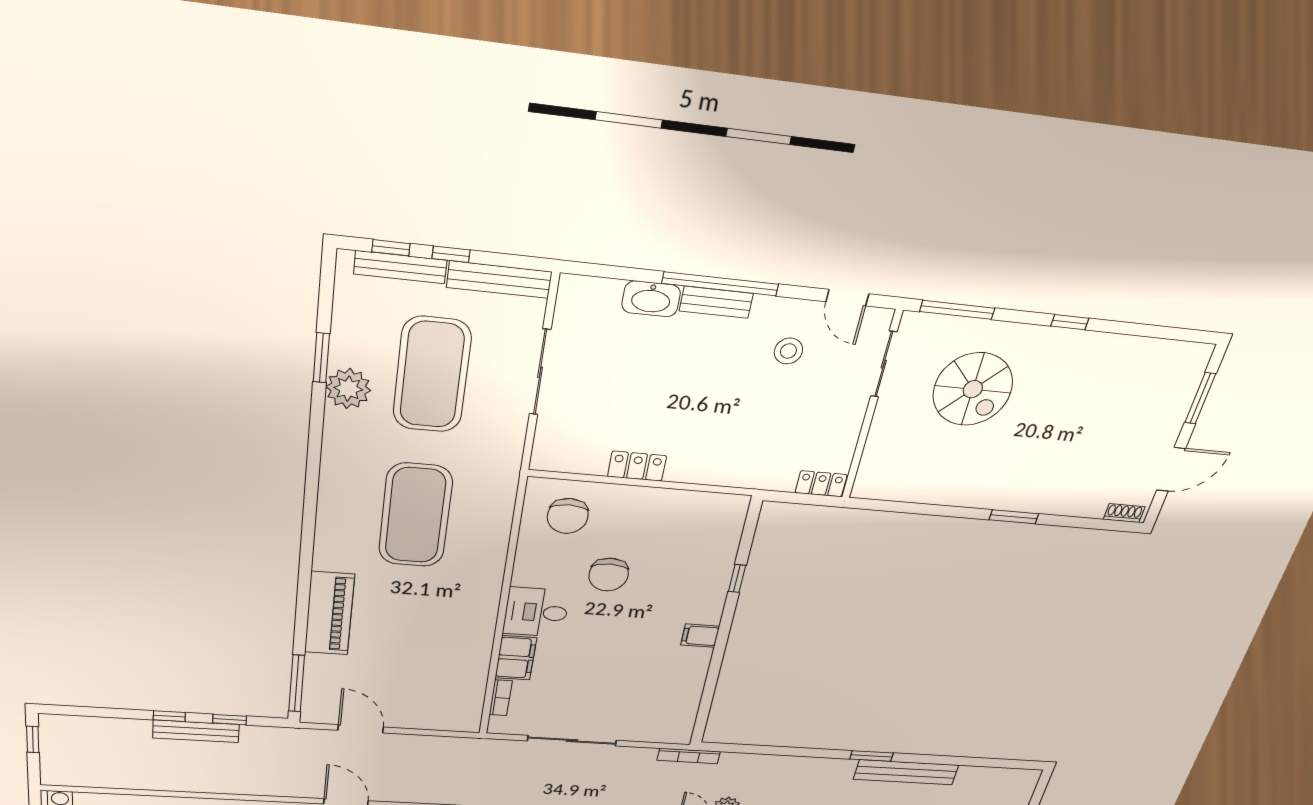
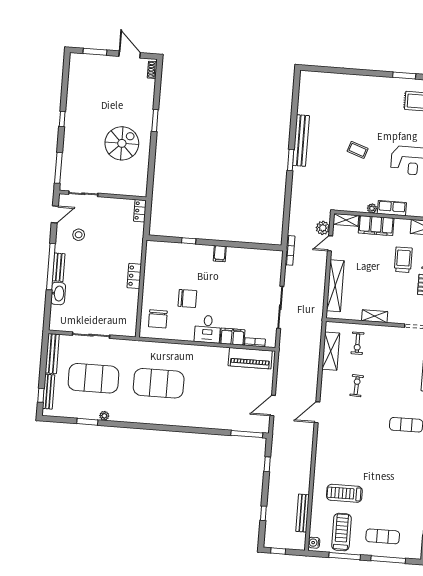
window: (451, 254) -> (43, 373), removed
plant: (348, 389) -> (104, 416), width x0.53, depth x0.53
spiral stairs: (973, 389) -> (122, 143), moved
locker: (637, 466) -> (134, 276), moved
chair: (568, 516) -> (158, 319), turned 90
piano: (329, 613) -> (250, 358), moved, turned 180
window: (169, 716) -> (263, 513), moved
bench: (196, 731) -> (302, 513), moved

